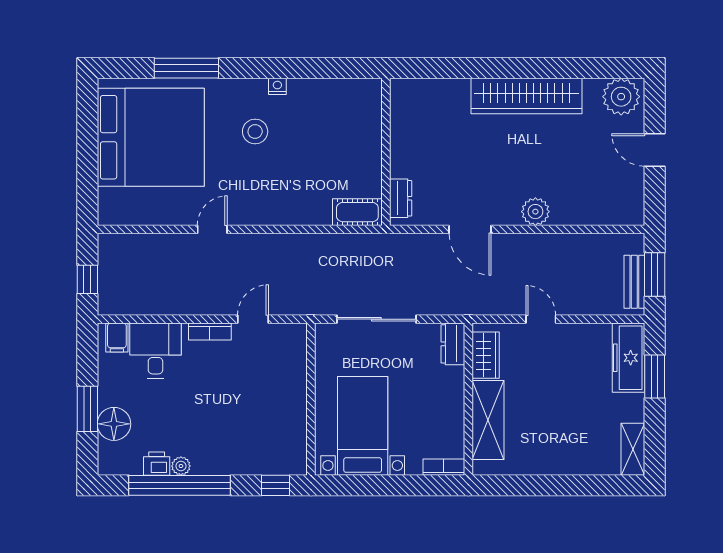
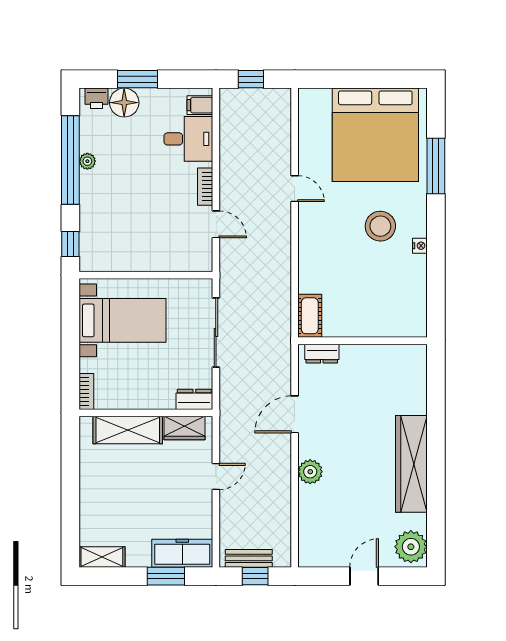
stool: (255, 131) -> (380, 226), width x1.38, depth x1.38
window: (655, 274) -> (255, 576), width x0.67
printer: (157, 464) -> (97, 98), moved, turned 90

